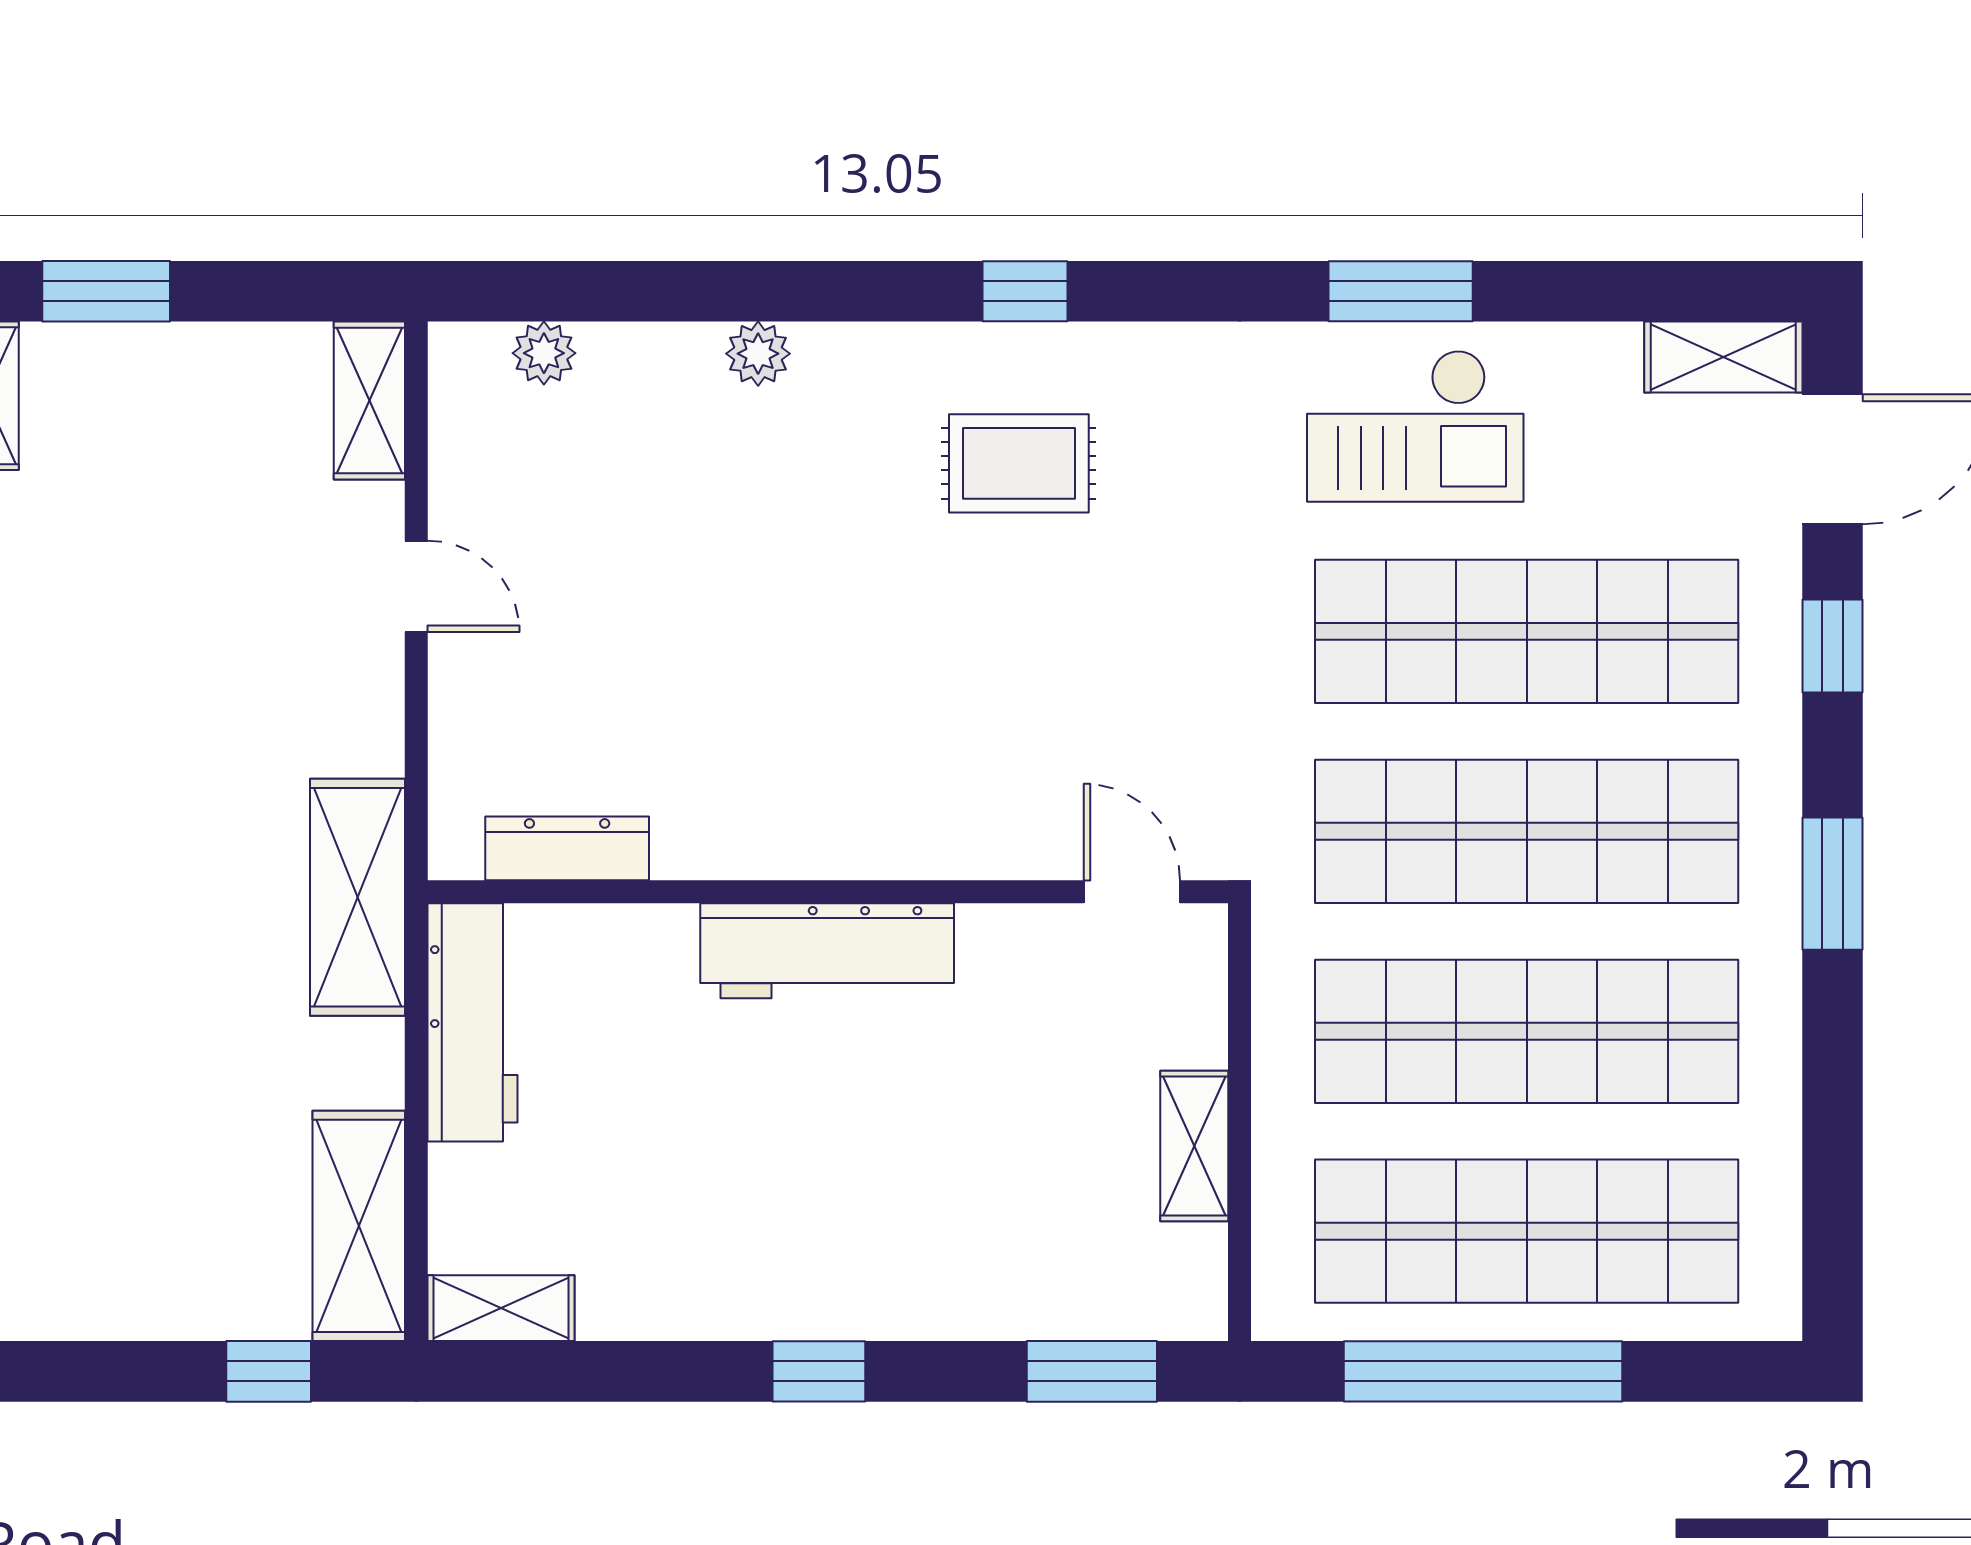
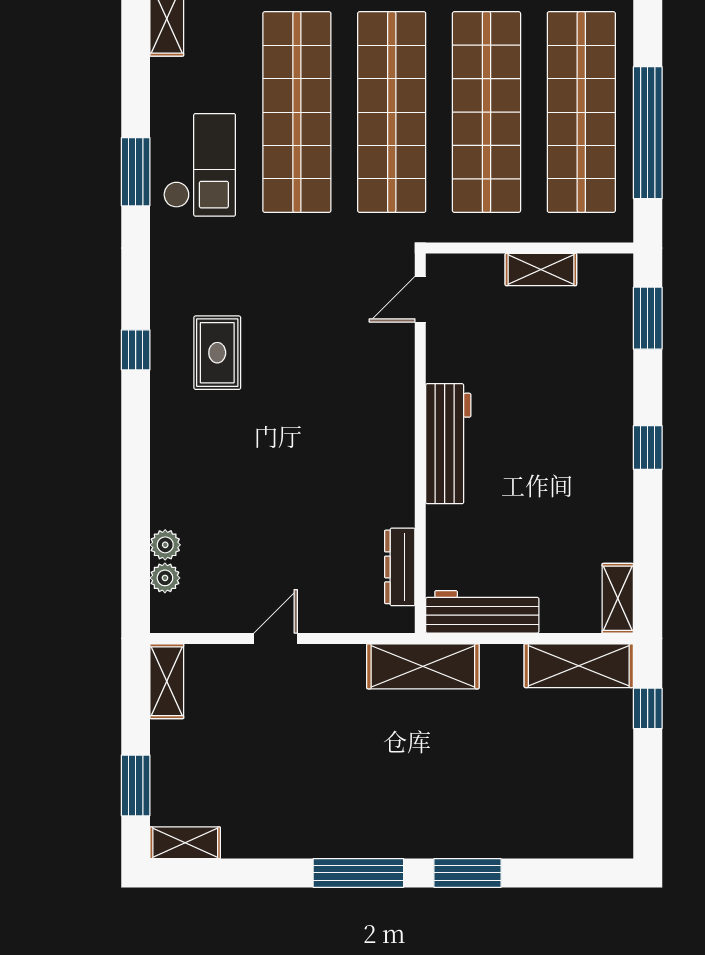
plant: (758, 354) -> (165, 545), moved
shelving: (369, 401) -> (167, 681), moved, turned 90

